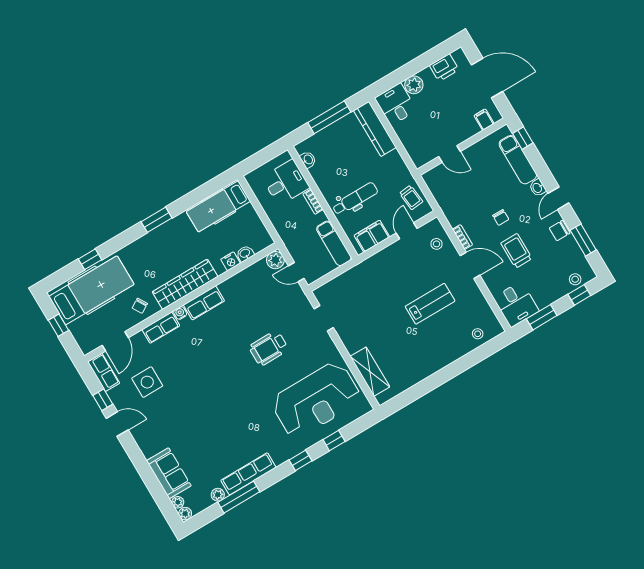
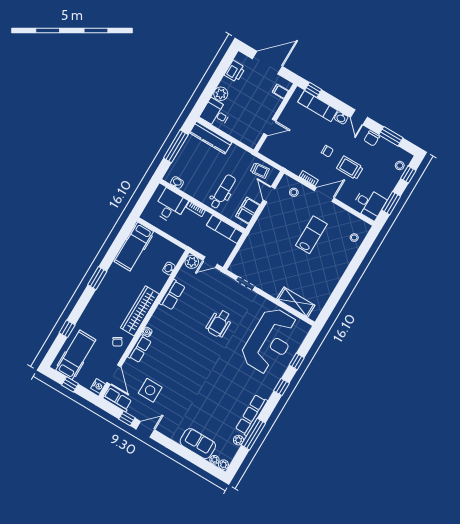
nightstand: (230, 261) -> (98, 386), moved
hospital bed: (91, 290) -> (76, 355), width x0.73, depth x0.78
row of seats: (204, 303) -> (172, 295), moved

